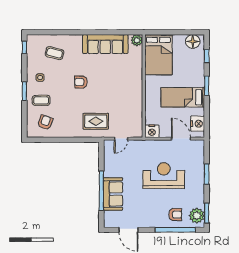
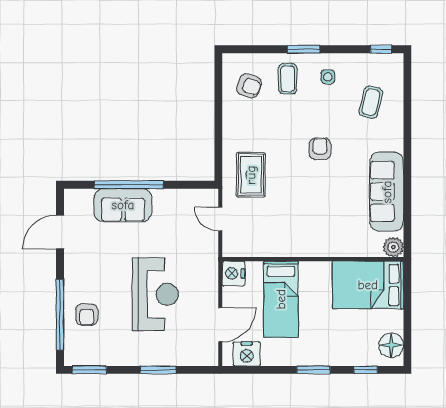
bed: (183, 97) -> (281, 299), moved, turned 180
plant: (197, 216) -> (85, 353), removed

